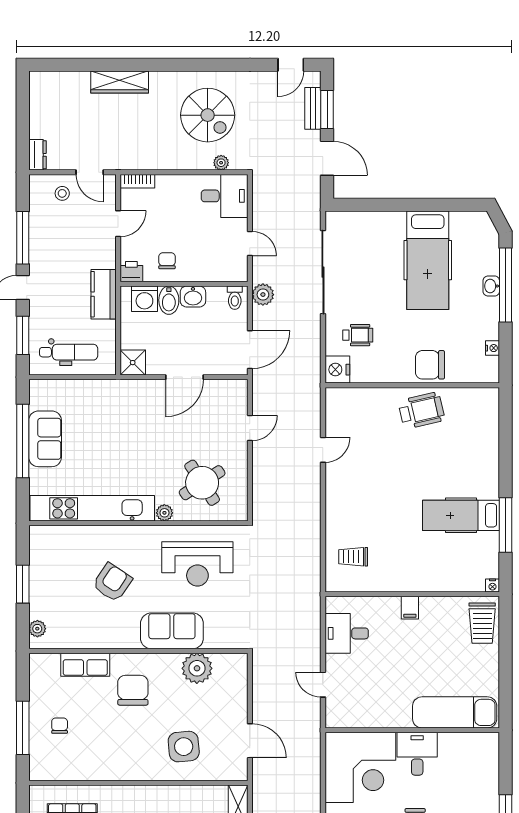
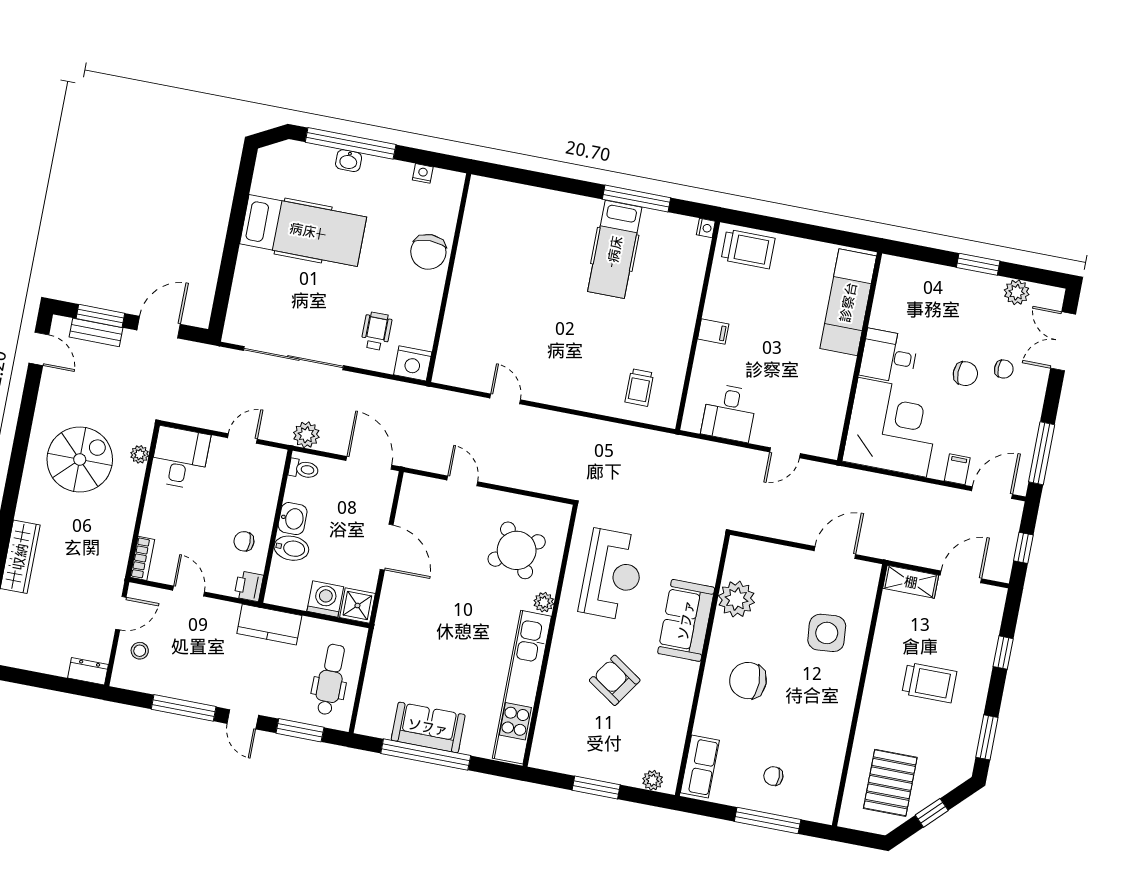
washing machine: (144, 299) -> (325, 599), moved, turned -90
wheelchair: (421, 411) -> (481, 272), removed
row of seats: (85, 665) -> (700, 767), moved

